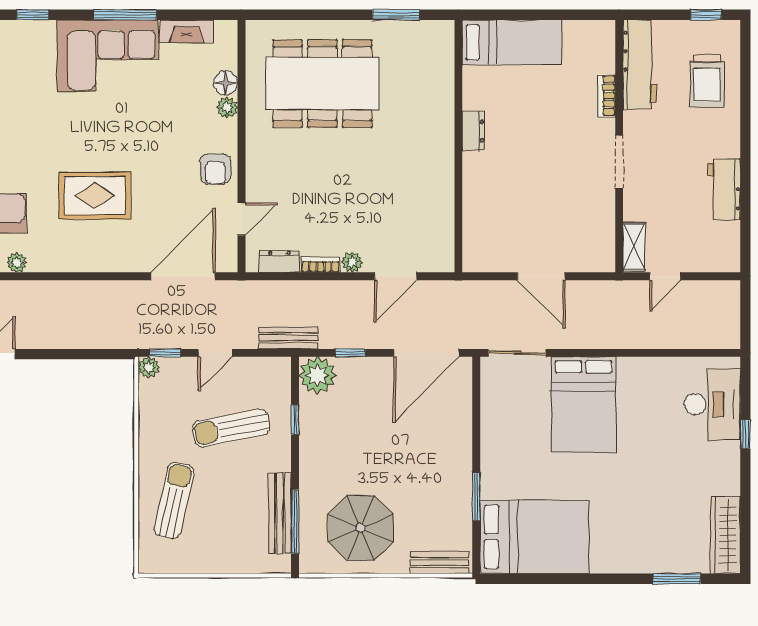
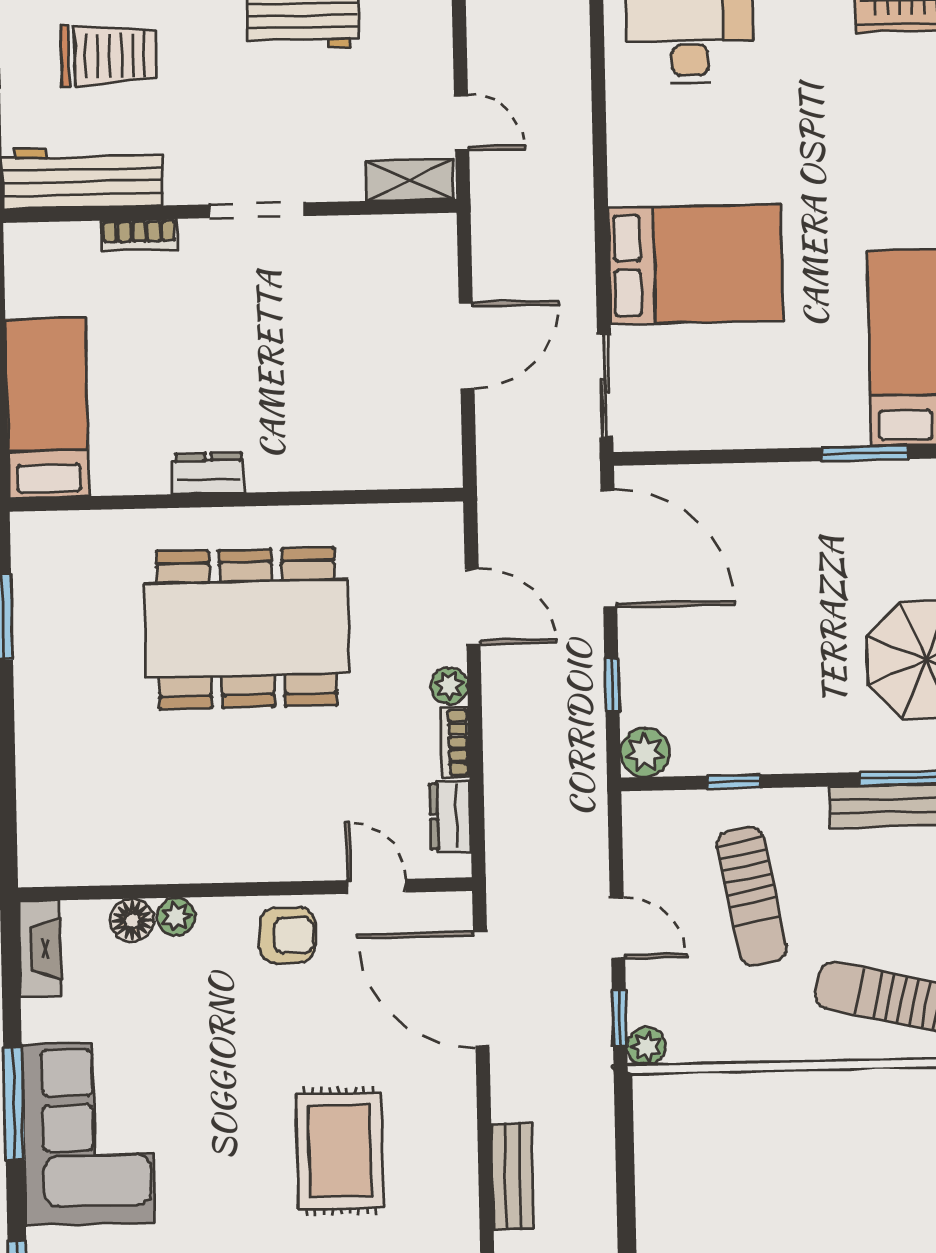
fireplace: (187, 31) -> (40, 949), moved
dining table: (322, 84) -> (247, 628), moved, turned 90
bench: (288, 338) -> (513, 1176), moved
plant: (317, 375) -> (645, 753), width x0.73, depth x0.73

